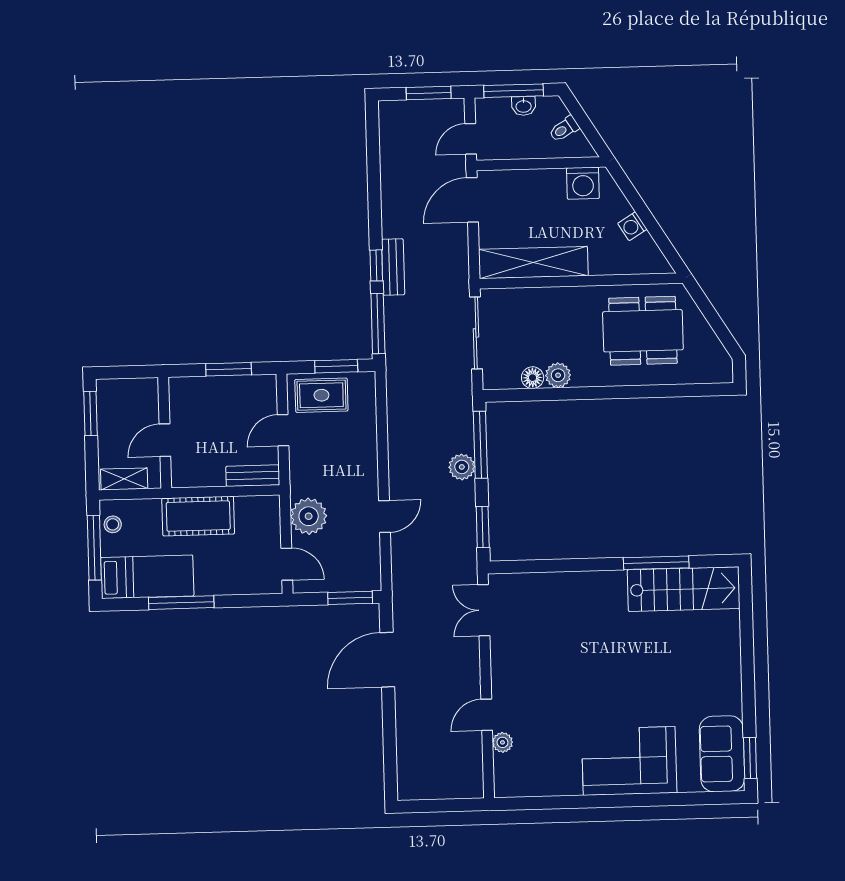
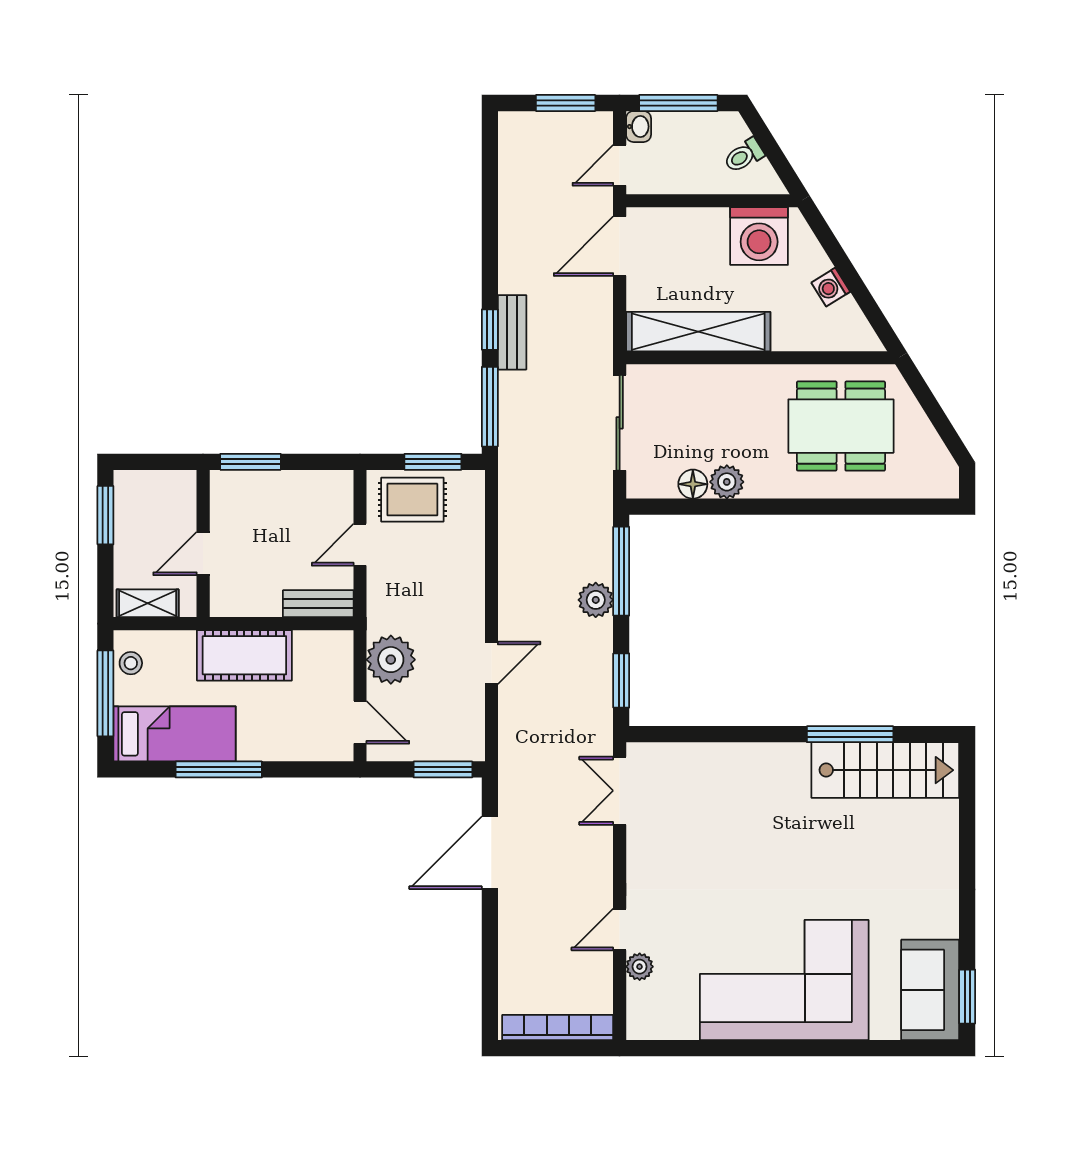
washbasin: (524, 106) -> (639, 127), moved, turned -90
washing machine: (583, 183) -> (759, 236), width x1.37, depth x1.37
window: (229, 369) -> (250, 462), moved
corner sofa: (629, 761) -> (784, 980), width x1.36, depth x1.36
bookcase: (442, 790) -> (558, 1027), added

